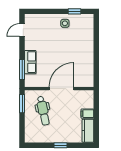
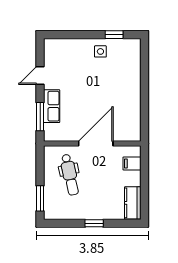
door: (22, 30) -> (40, 75), moved
window: (22, 104) -> (40, 198), moved
filing cabinet: (87, 114) -> (132, 163), moved

